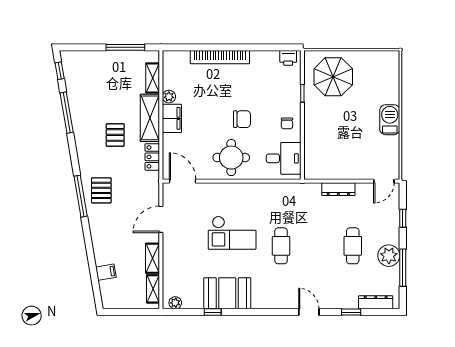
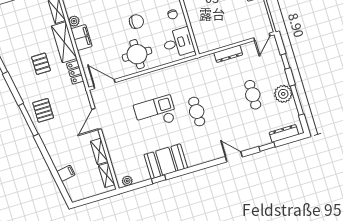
checkout: (232, 233) -> (155, 113), turned 180

